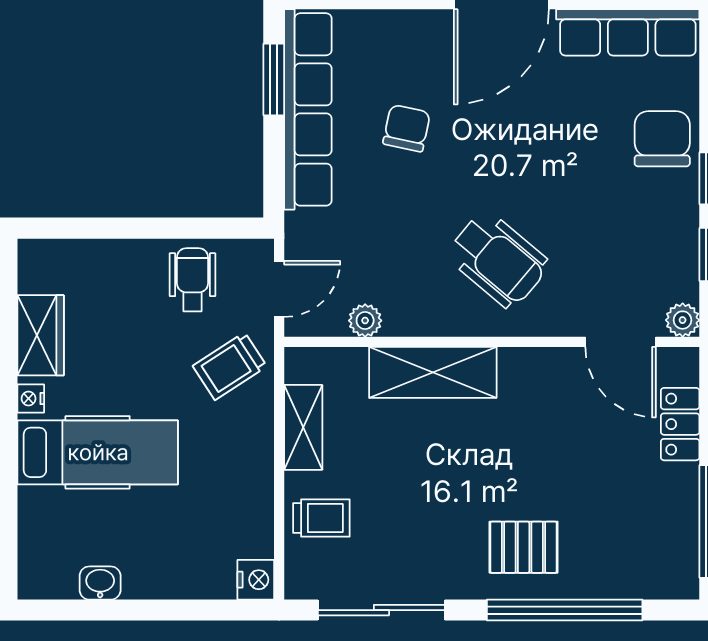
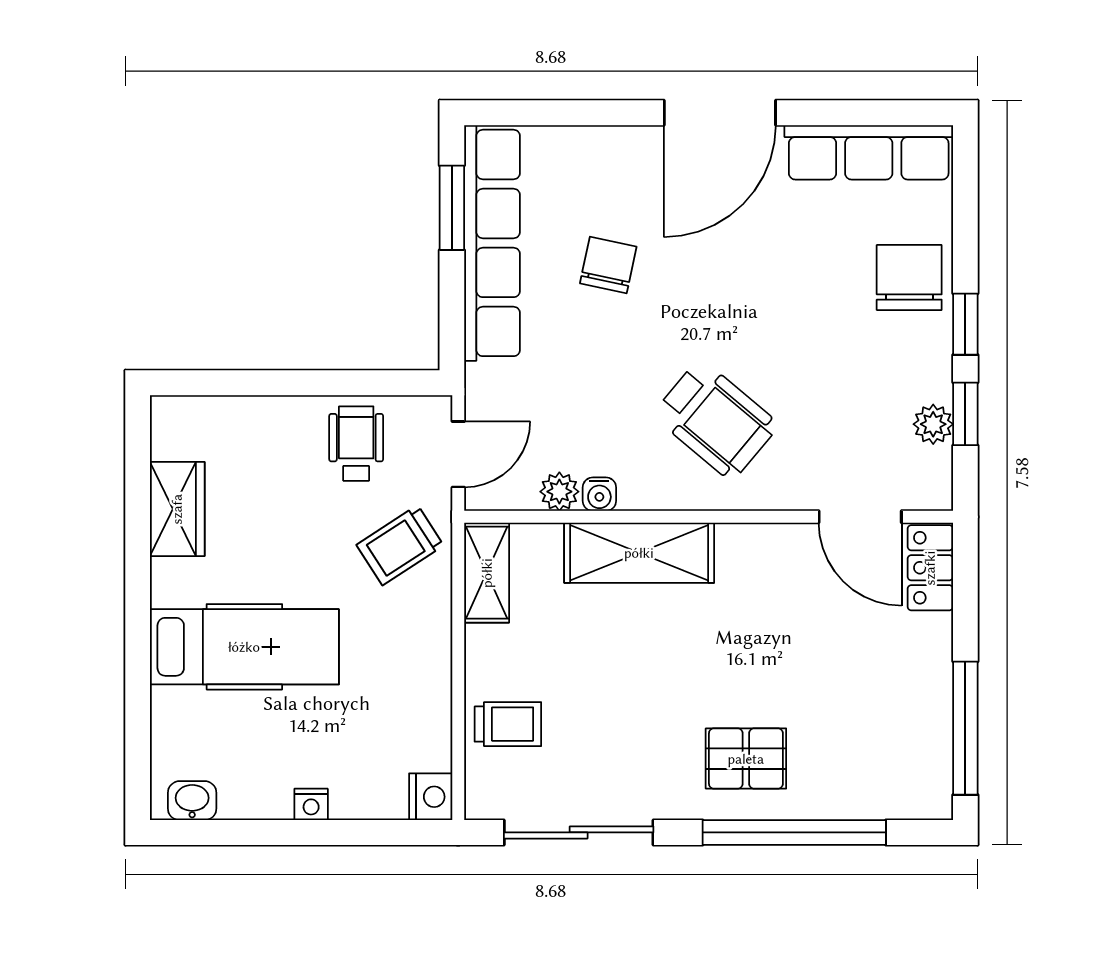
plant: (683, 320) -> (933, 424), moved
water cooler: (399, 323) -> (599, 494), added
nightstand: (31, 399) -> (311, 804), moved, turned -90
locker: (680, 424) -> (930, 568), moved
shelving: (303, 427) -> (487, 573), moved
washbasin: (100, 583) -> (192, 801), moved

